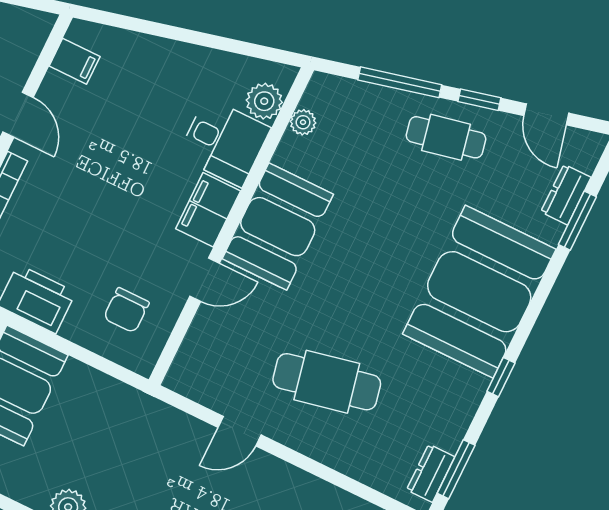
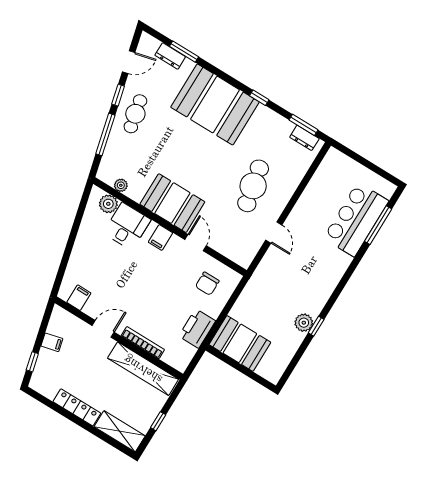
filing cabinet: (208, 210) -> (161, 237), width x0.50
chair: (126, 310) -> (207, 284), turned 90

